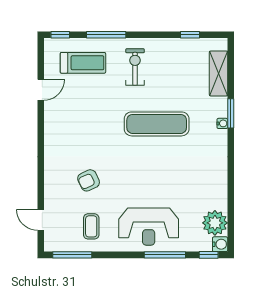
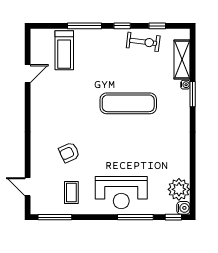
window: (60, 35) -> (122, 26), moved
treadmill: (83, 63) -> (64, 50), turned 90
exercise bike: (135, 67) -> (143, 42), moved, turned 97
water cooler: (222, 123) -> (185, 85), moved

